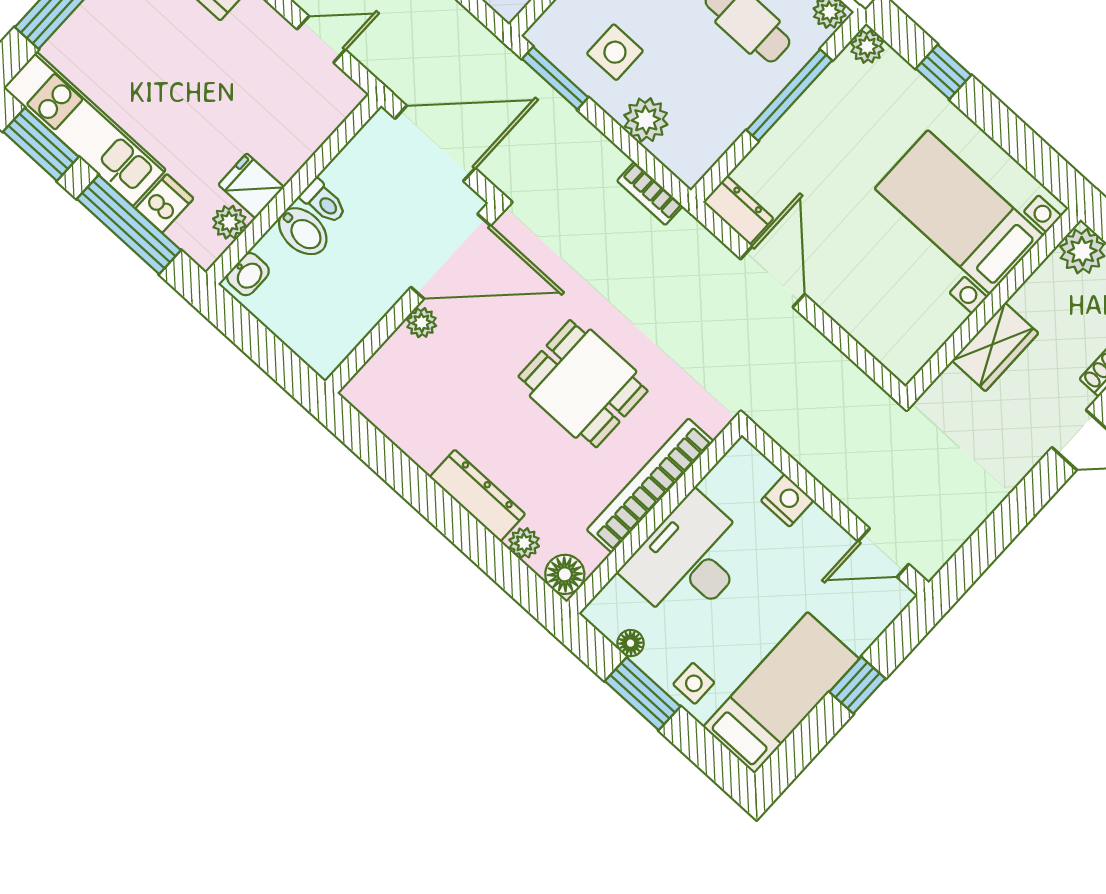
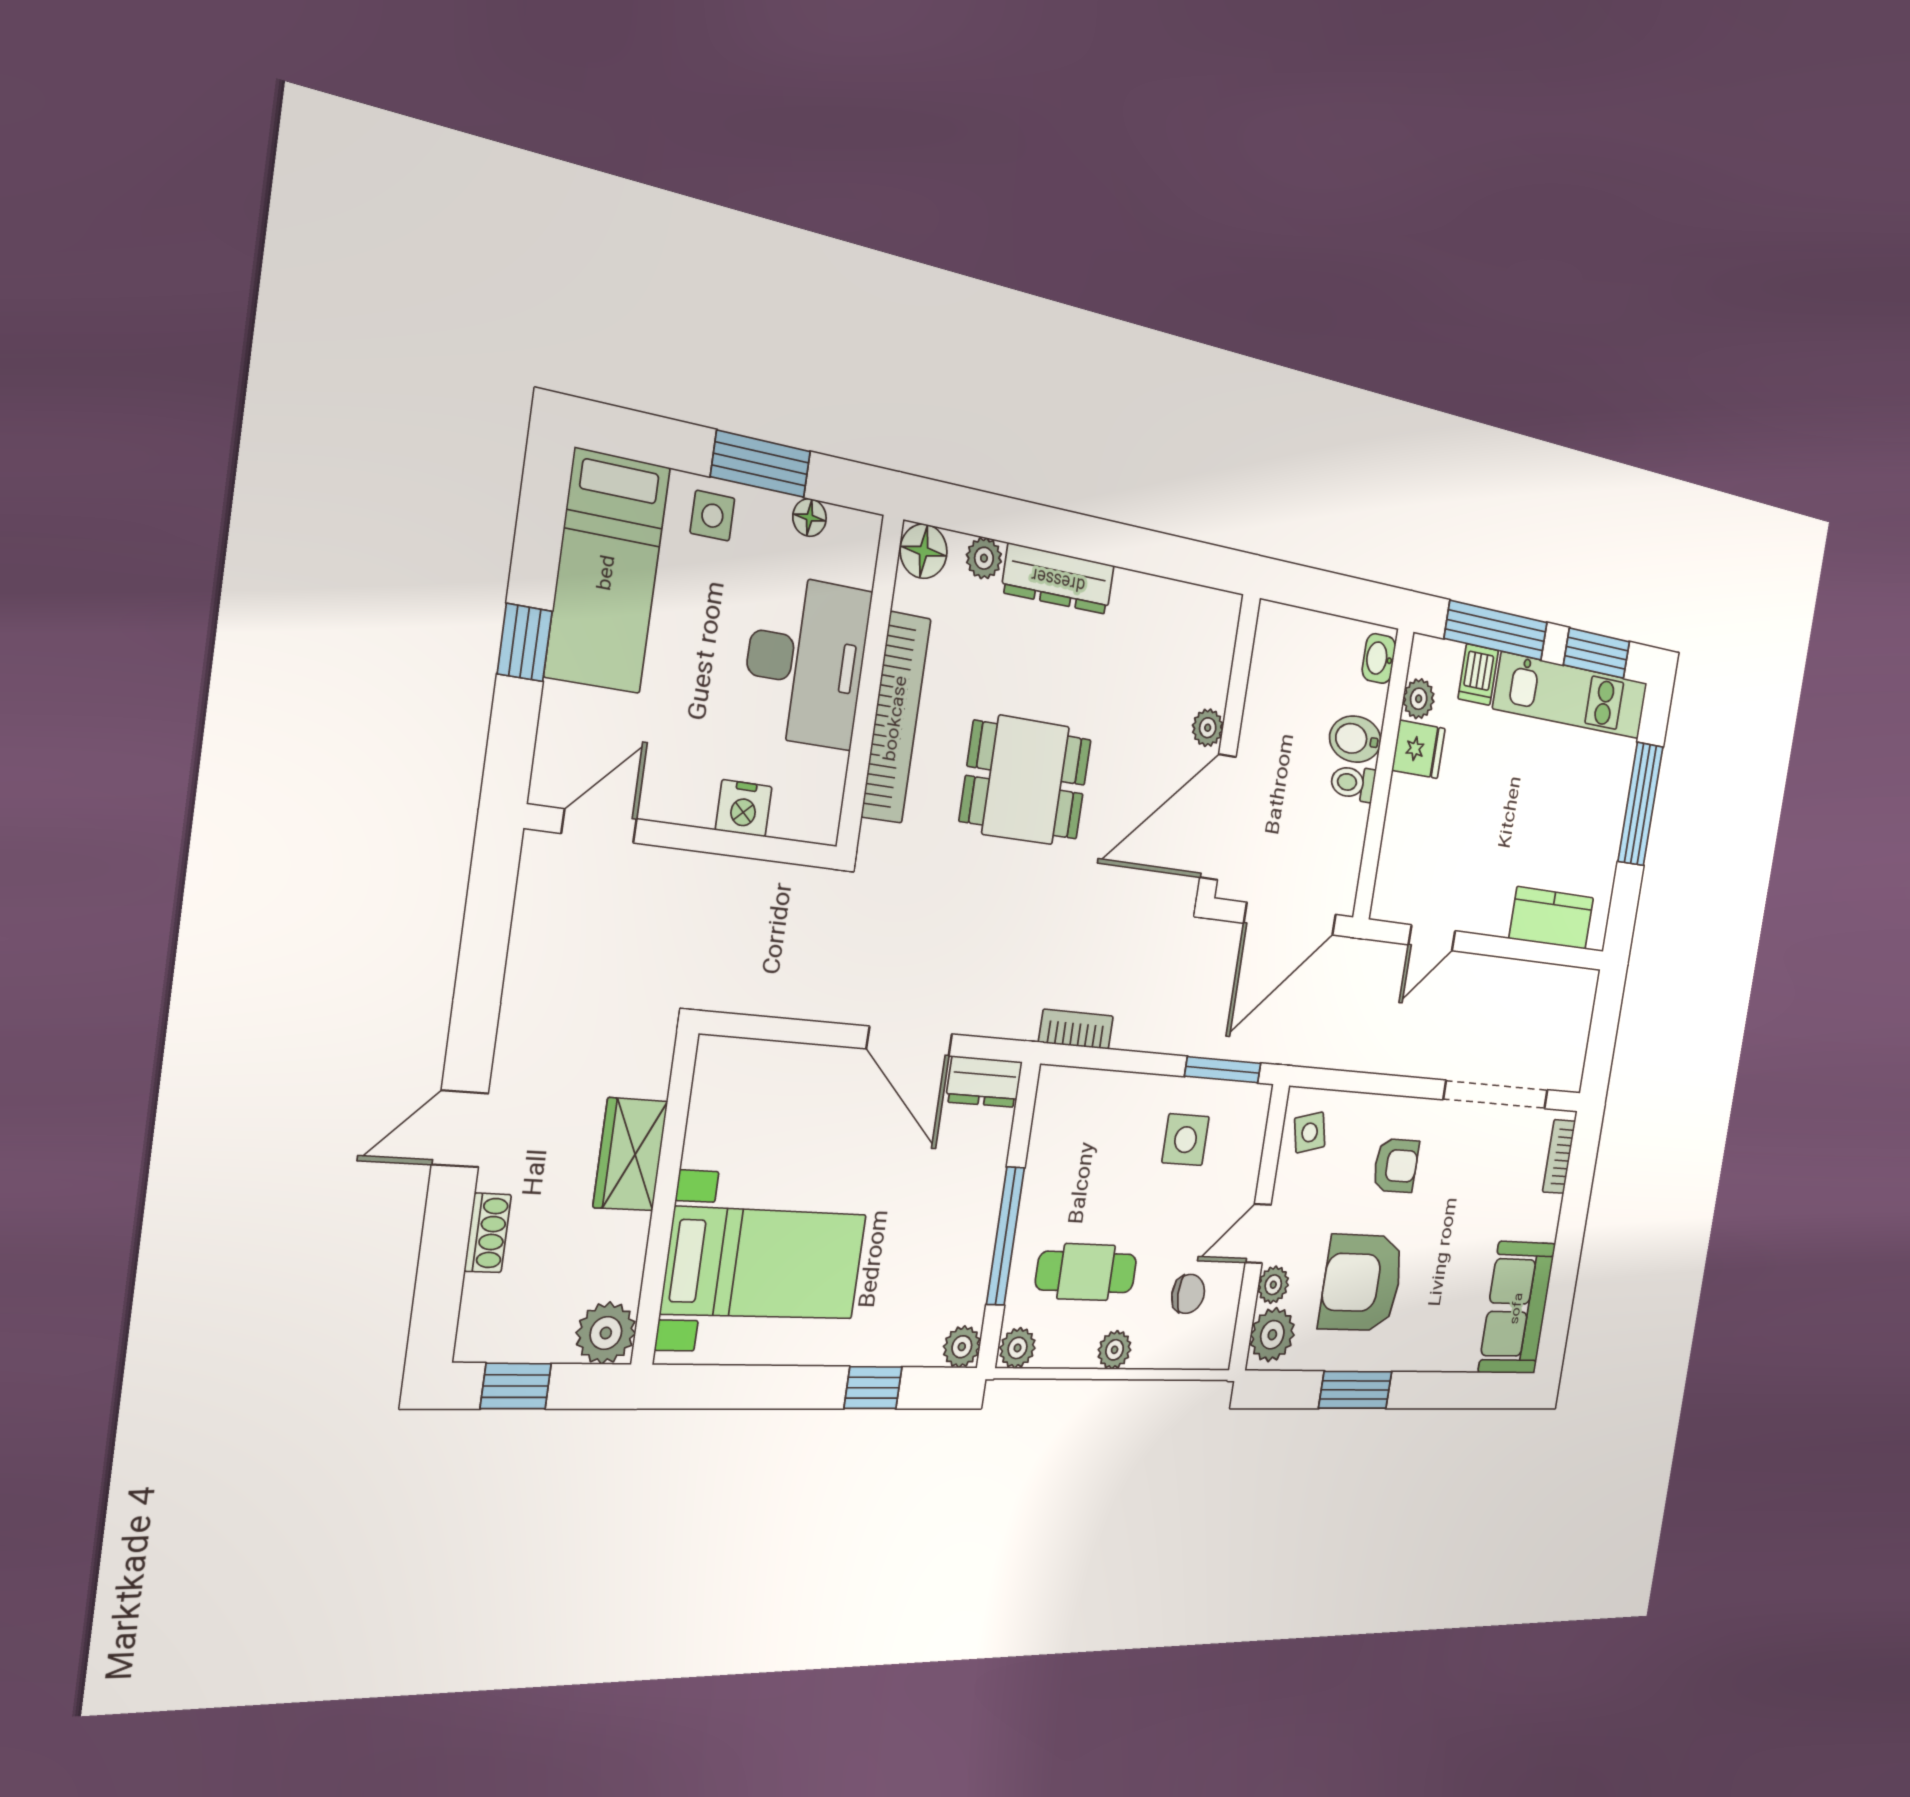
plant: (646, 120) -> (1122, 1099), removed

